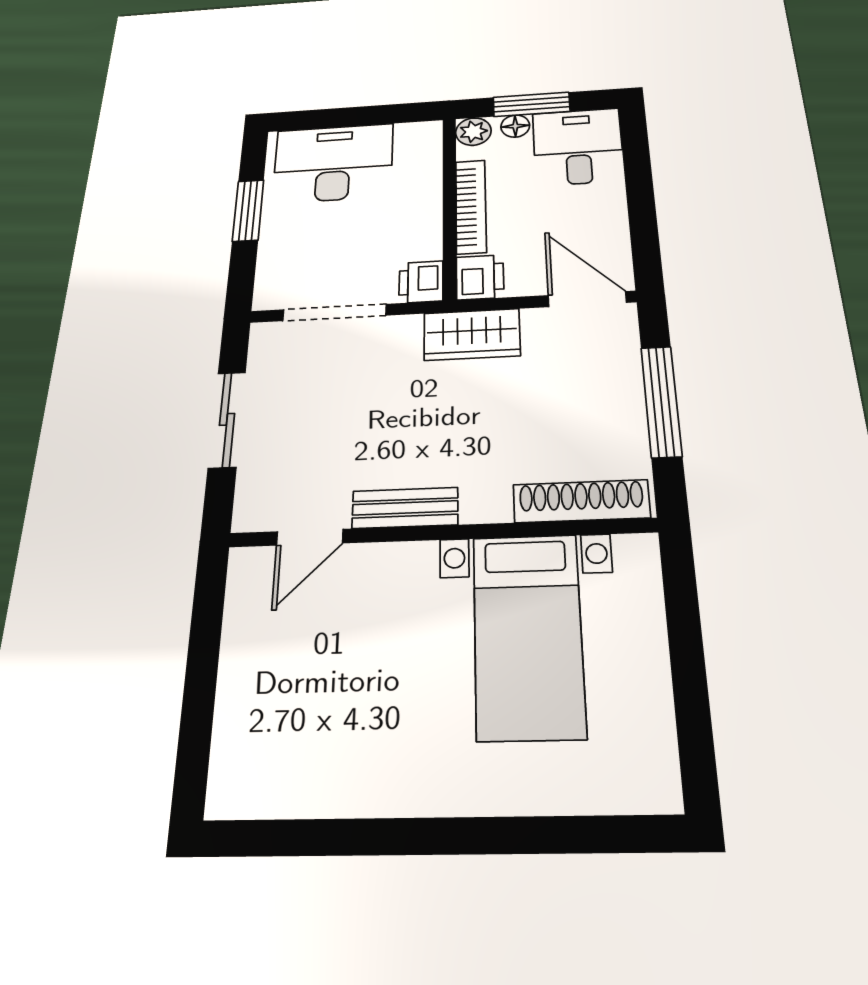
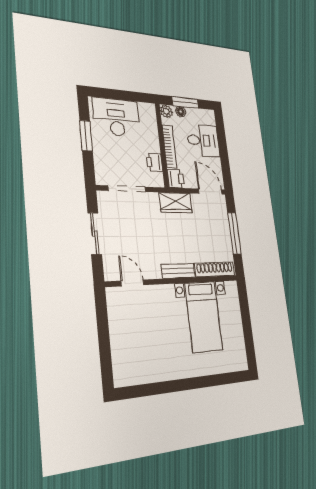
desk: (578, 147) -> (203, 140), moved, turned 90
printer: (421, 282) -> (154, 162), moved
bench: (405, 508) -> (178, 271), moved
door: (310, 537) -> (132, 283), swing flipped

